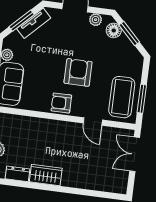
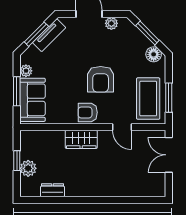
floor lamp: (114, 30) -> (154, 54), moved
armchair: (78, 72) -> (101, 79), turned 180
wardrobe: (46, 175) -> (81, 139), moved, turned 180

